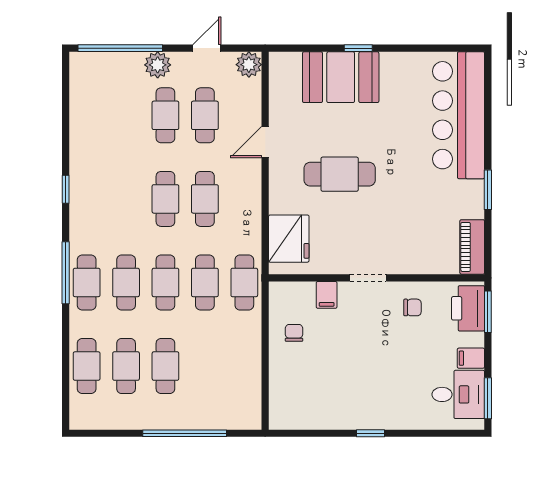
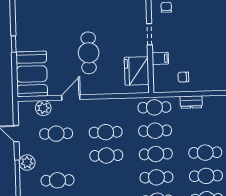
plant: (249, 65) -> (43, 108), moved
booth: (341, 77) -> (32, 74), moved
cafe table: (165, 115) -> (58, 180), moved
door: (265, 142) -> (71, 97), swing flipped
fridge: (289, 239) -> (137, 71), moved, turned -90
dresser: (251, 345) -> (191, 102), added

